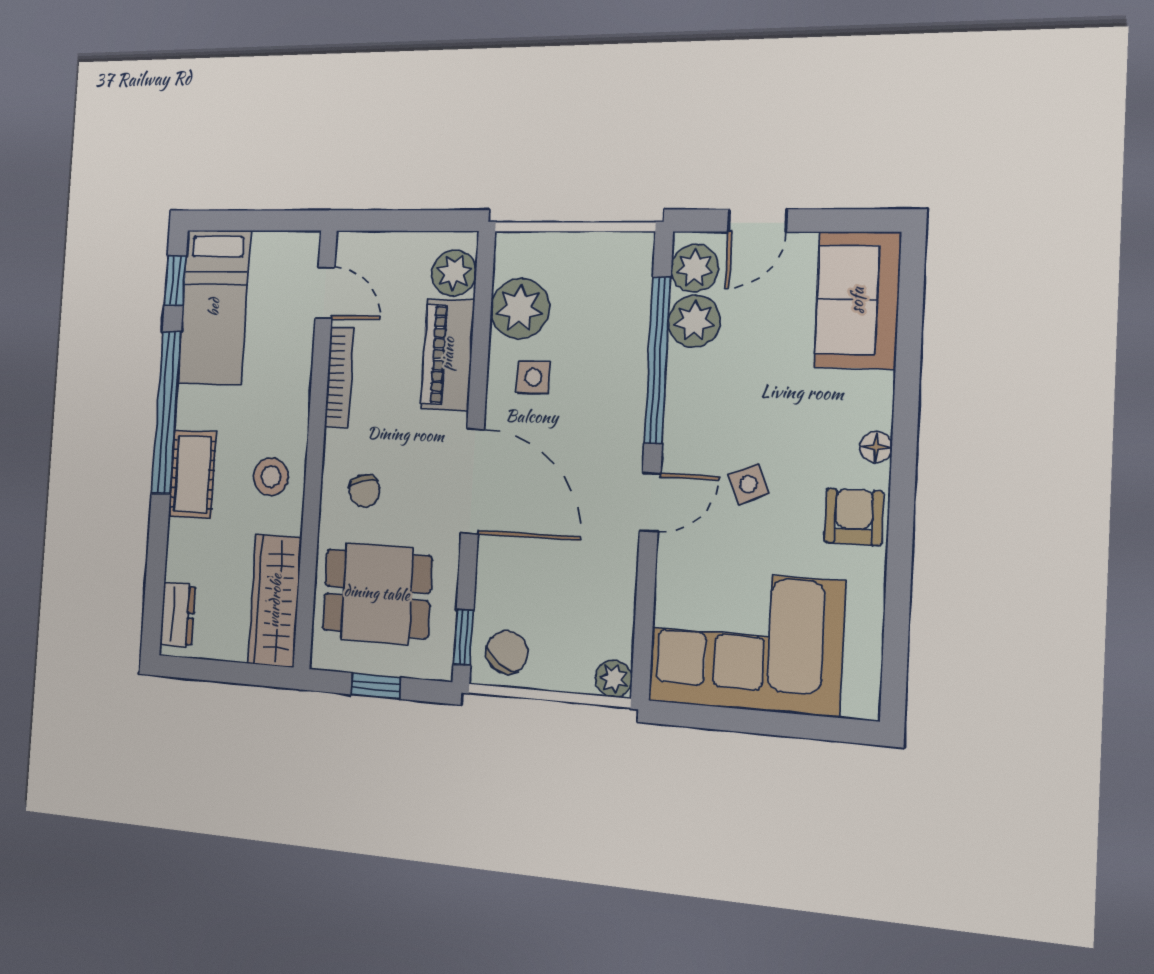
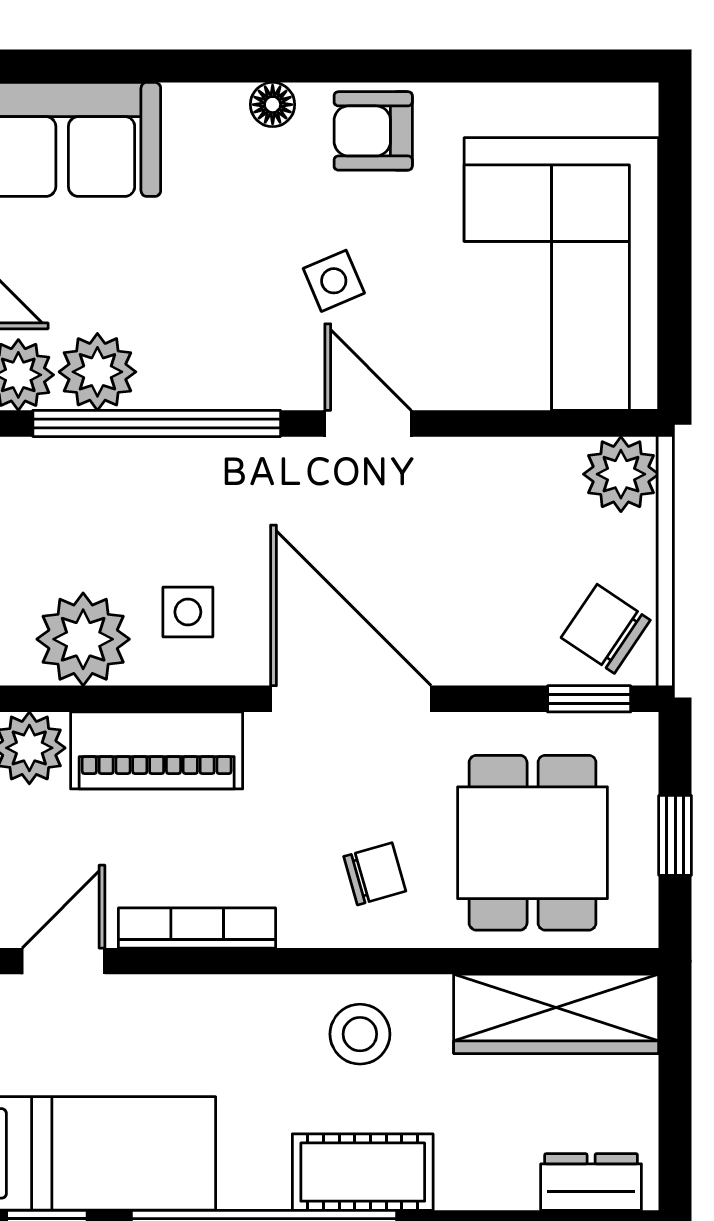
door: (472, 481) -> (351, 699), hinge flipped
plant: (614, 678) -> (621, 474), width x1.38, depth x1.38

